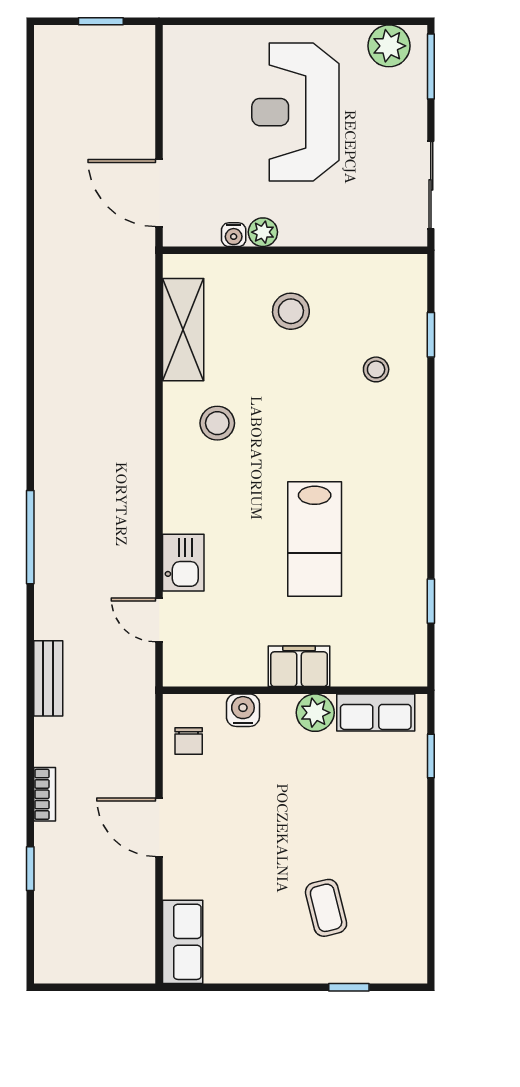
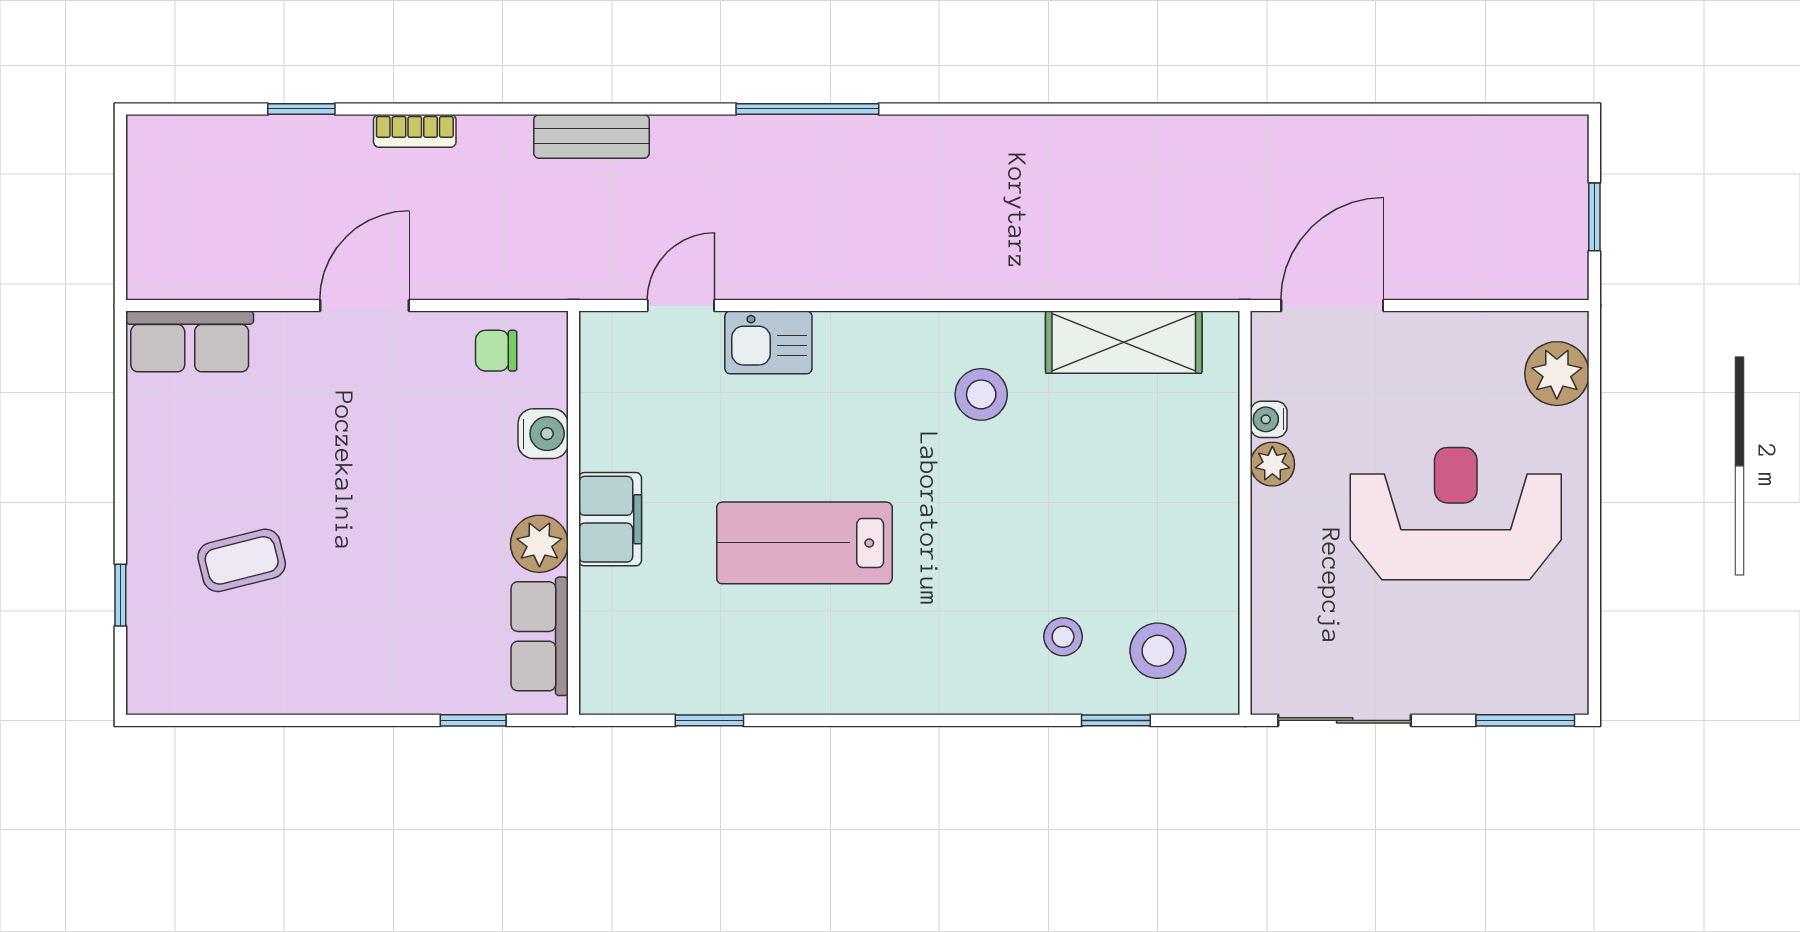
plant: (389, 46) -> (1557, 374), moved
stool: (291, 311) -> (1158, 651), moved

